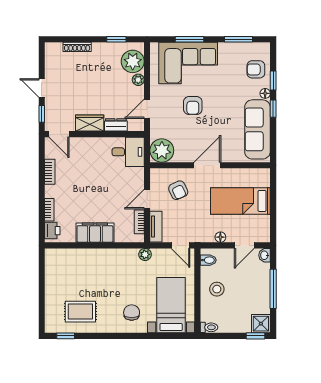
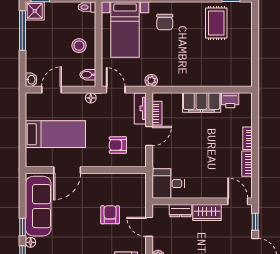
armchair: (193, 106) -> (110, 215), moved
door: (147, 109) -> (149, 227), swing flipped
plant: (162, 151) -> (134, 185), removed
door: (207, 165) -> (67, 170), moved
armchair: (178, 190) -> (118, 145), turned -65
bookcase: (49, 210) -> (248, 138), moved
printer: (52, 231) -> (230, 100), moved, turned -90
floor lamp: (220, 237) -> (91, 98), moved
window: (273, 289) -> (22, 30), moved
rug: (80, 312) -> (216, 23), turned 90

